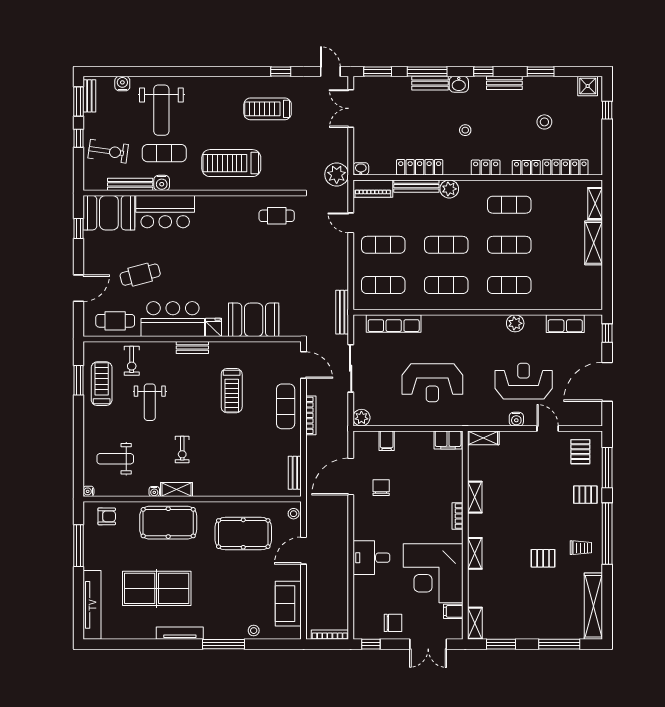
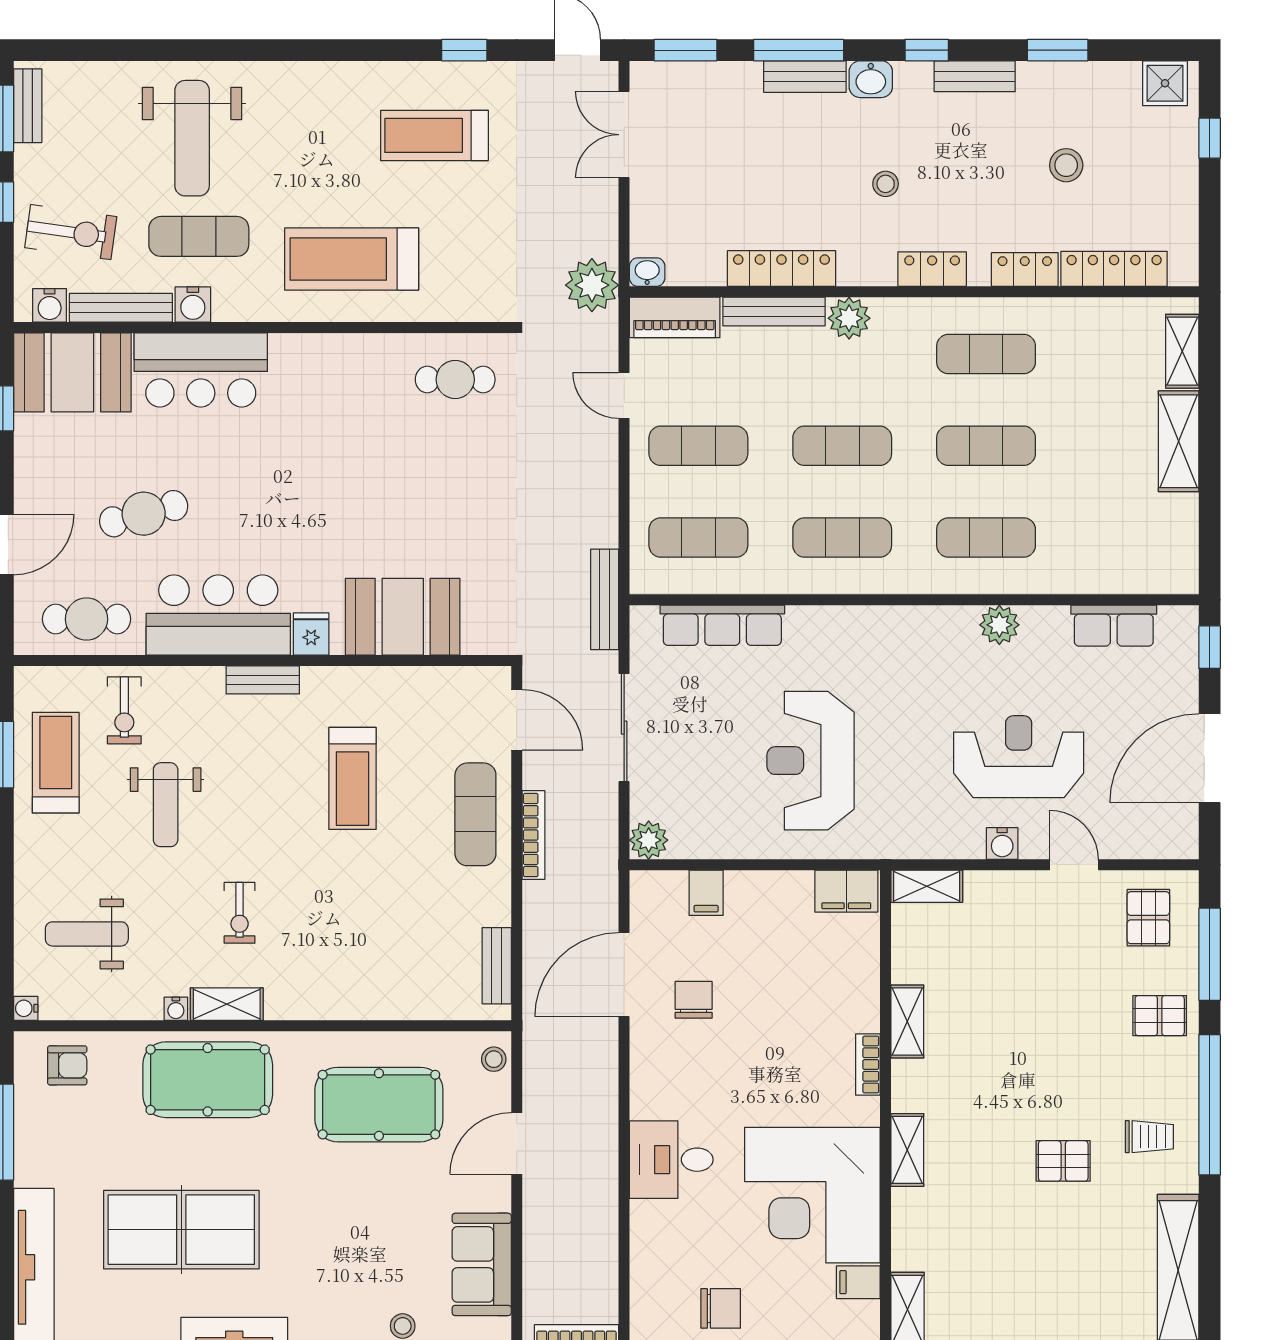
water cooler: (122, 84) -> (50, 305), moved, turned 180
reception desk: (432, 383) -> (810, 761), turned 90

